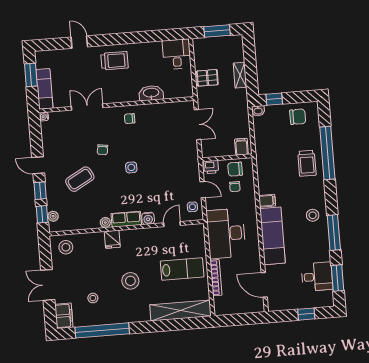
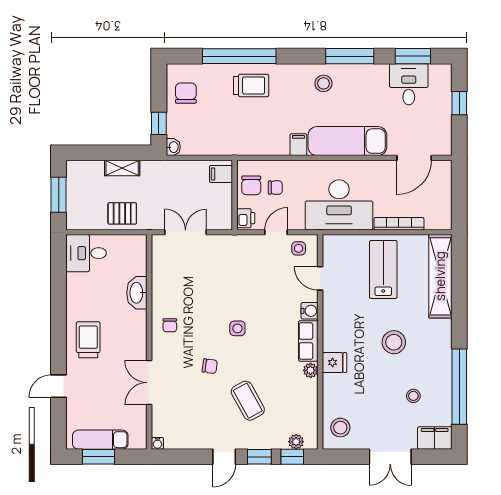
pallet: (207, 78) -> (122, 213), turned 90
exam couch: (44, 89) -> (100, 440), moved

